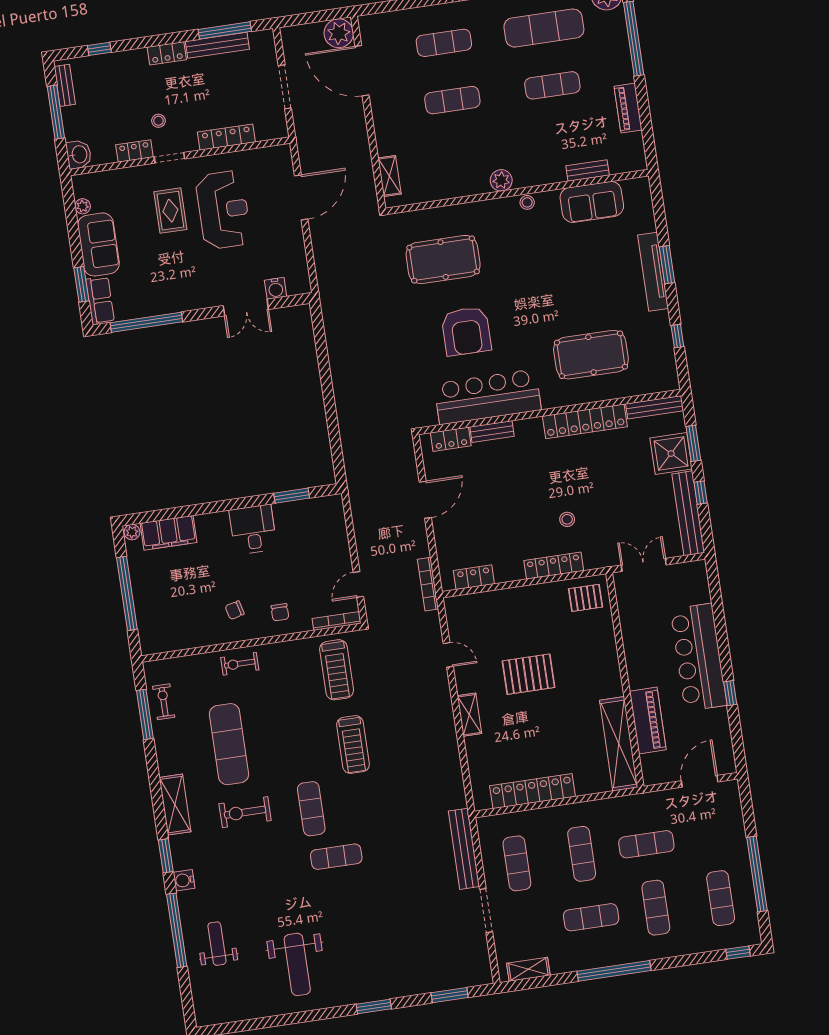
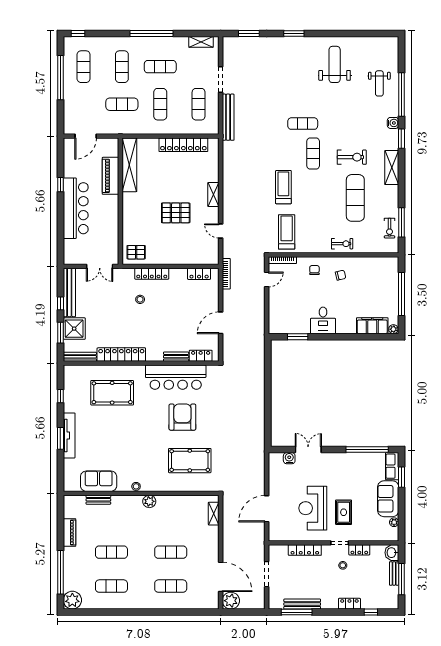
exercise mat: (544, 28) -> (111, 586), width x0.73, depth x0.69
locker: (167, 53) -> (349, 604), moved
bench: (65, 85) -> (394, 573), moved

